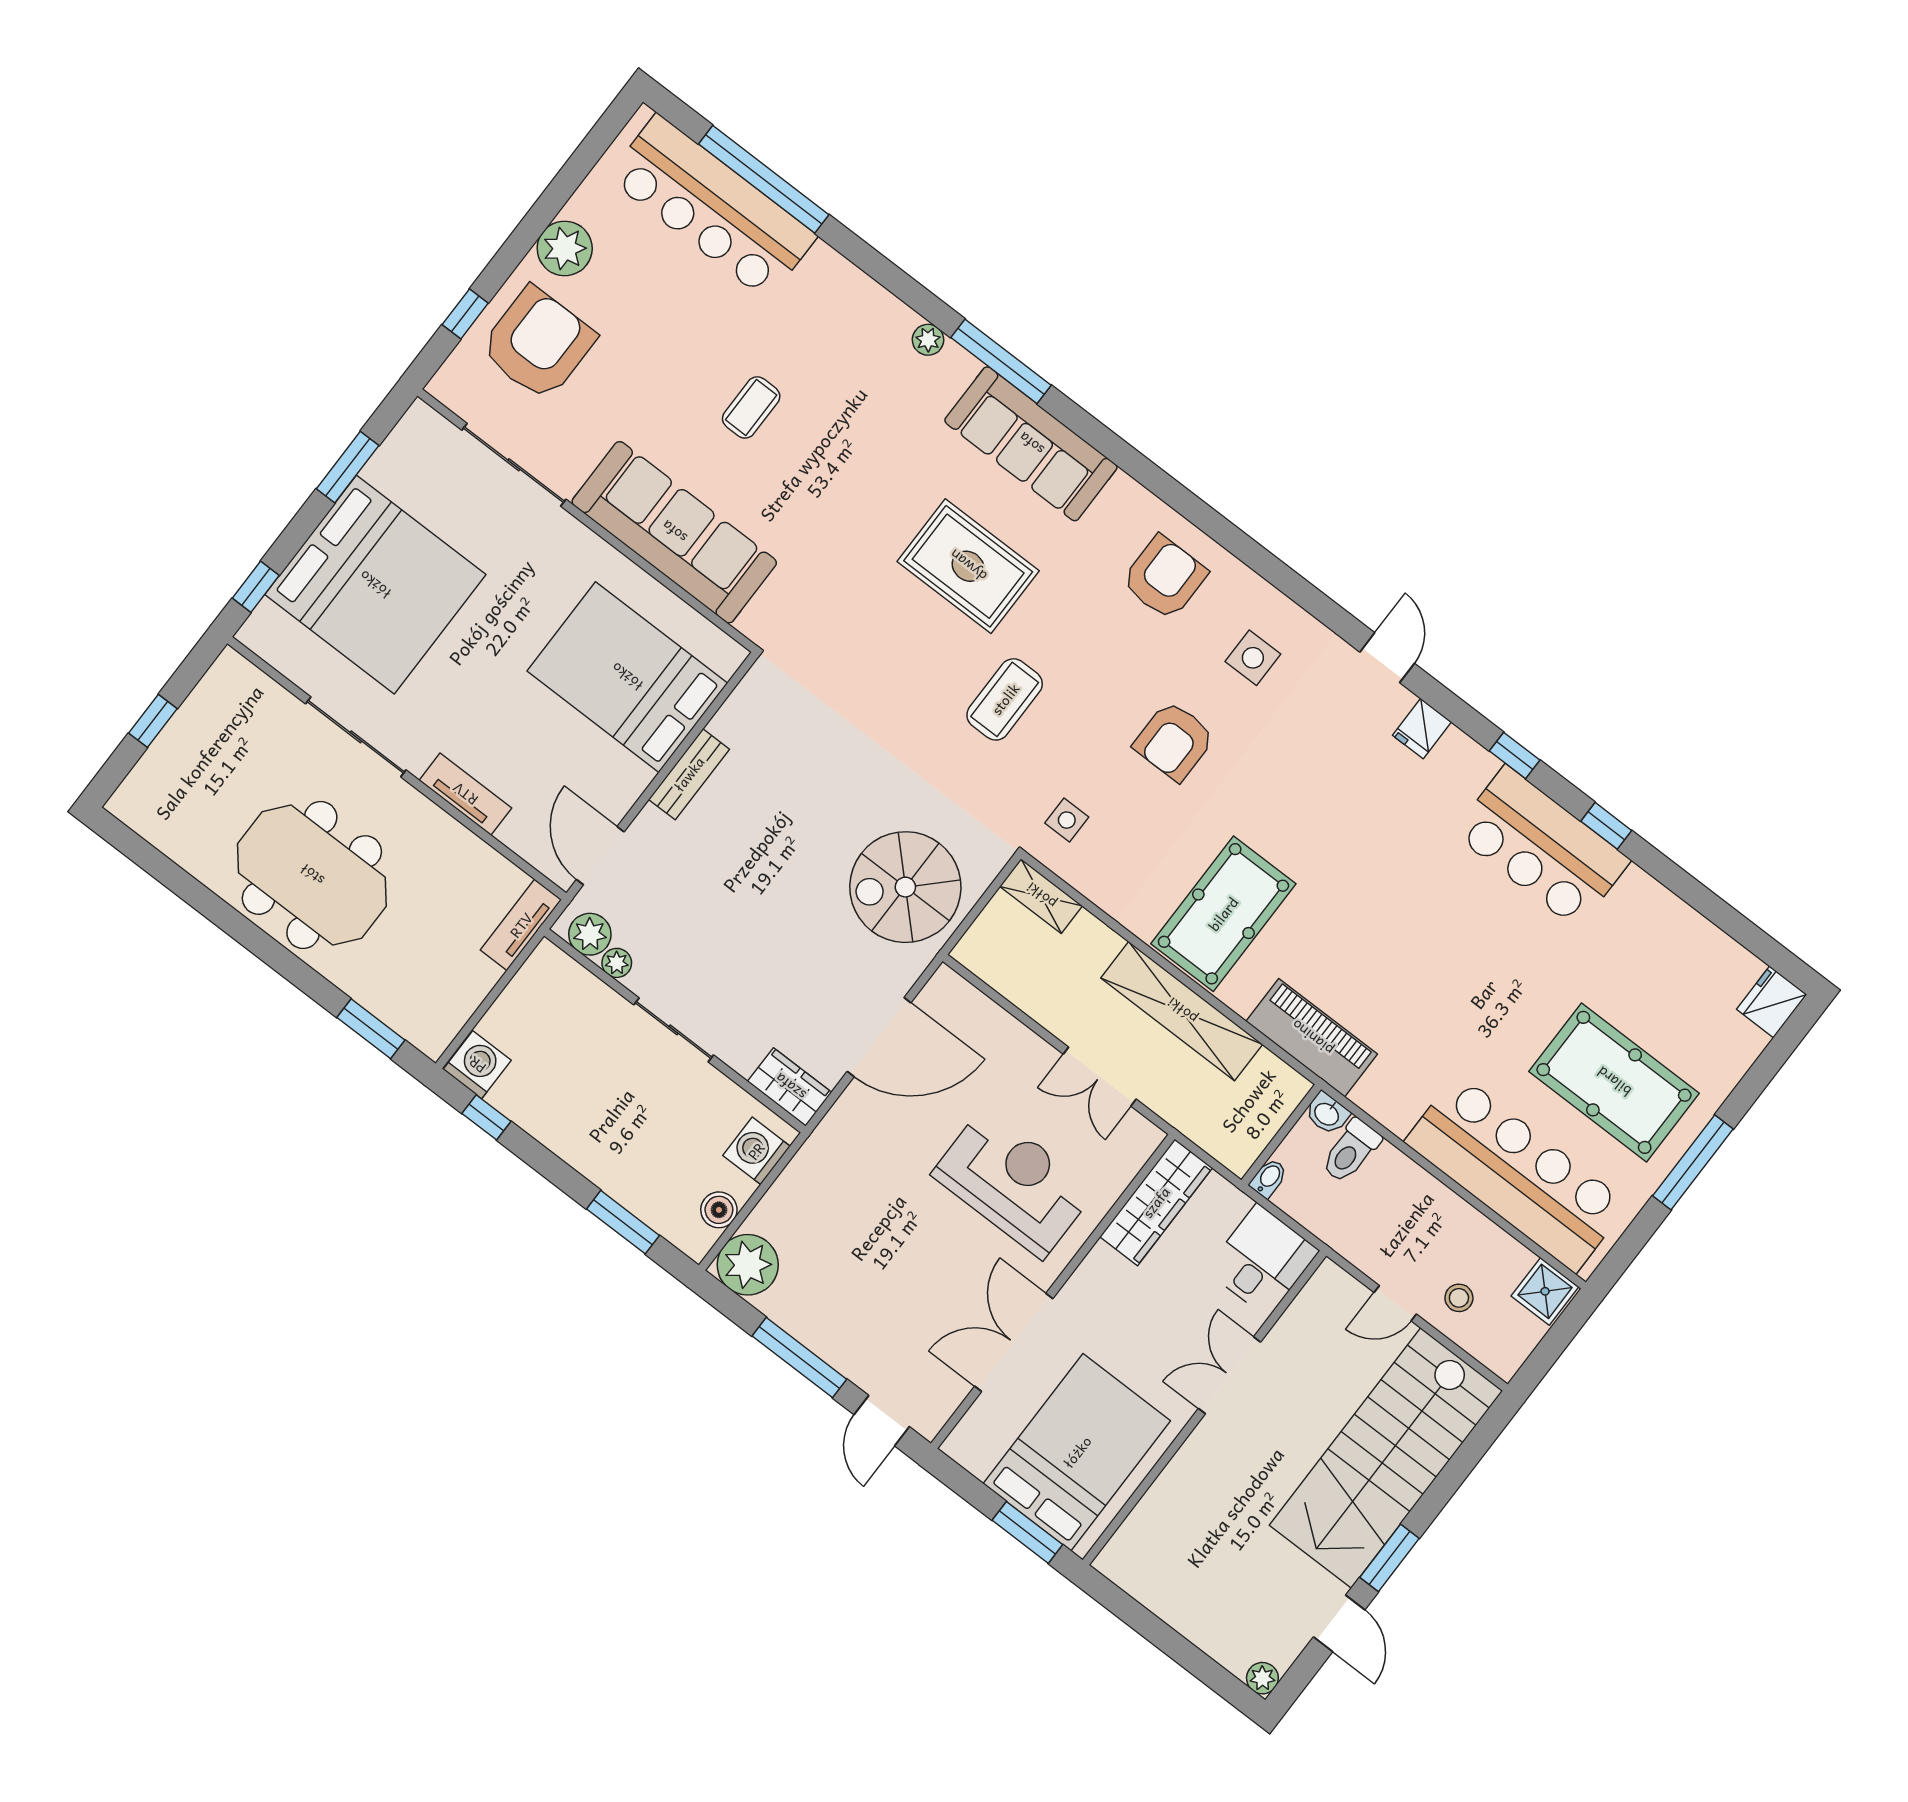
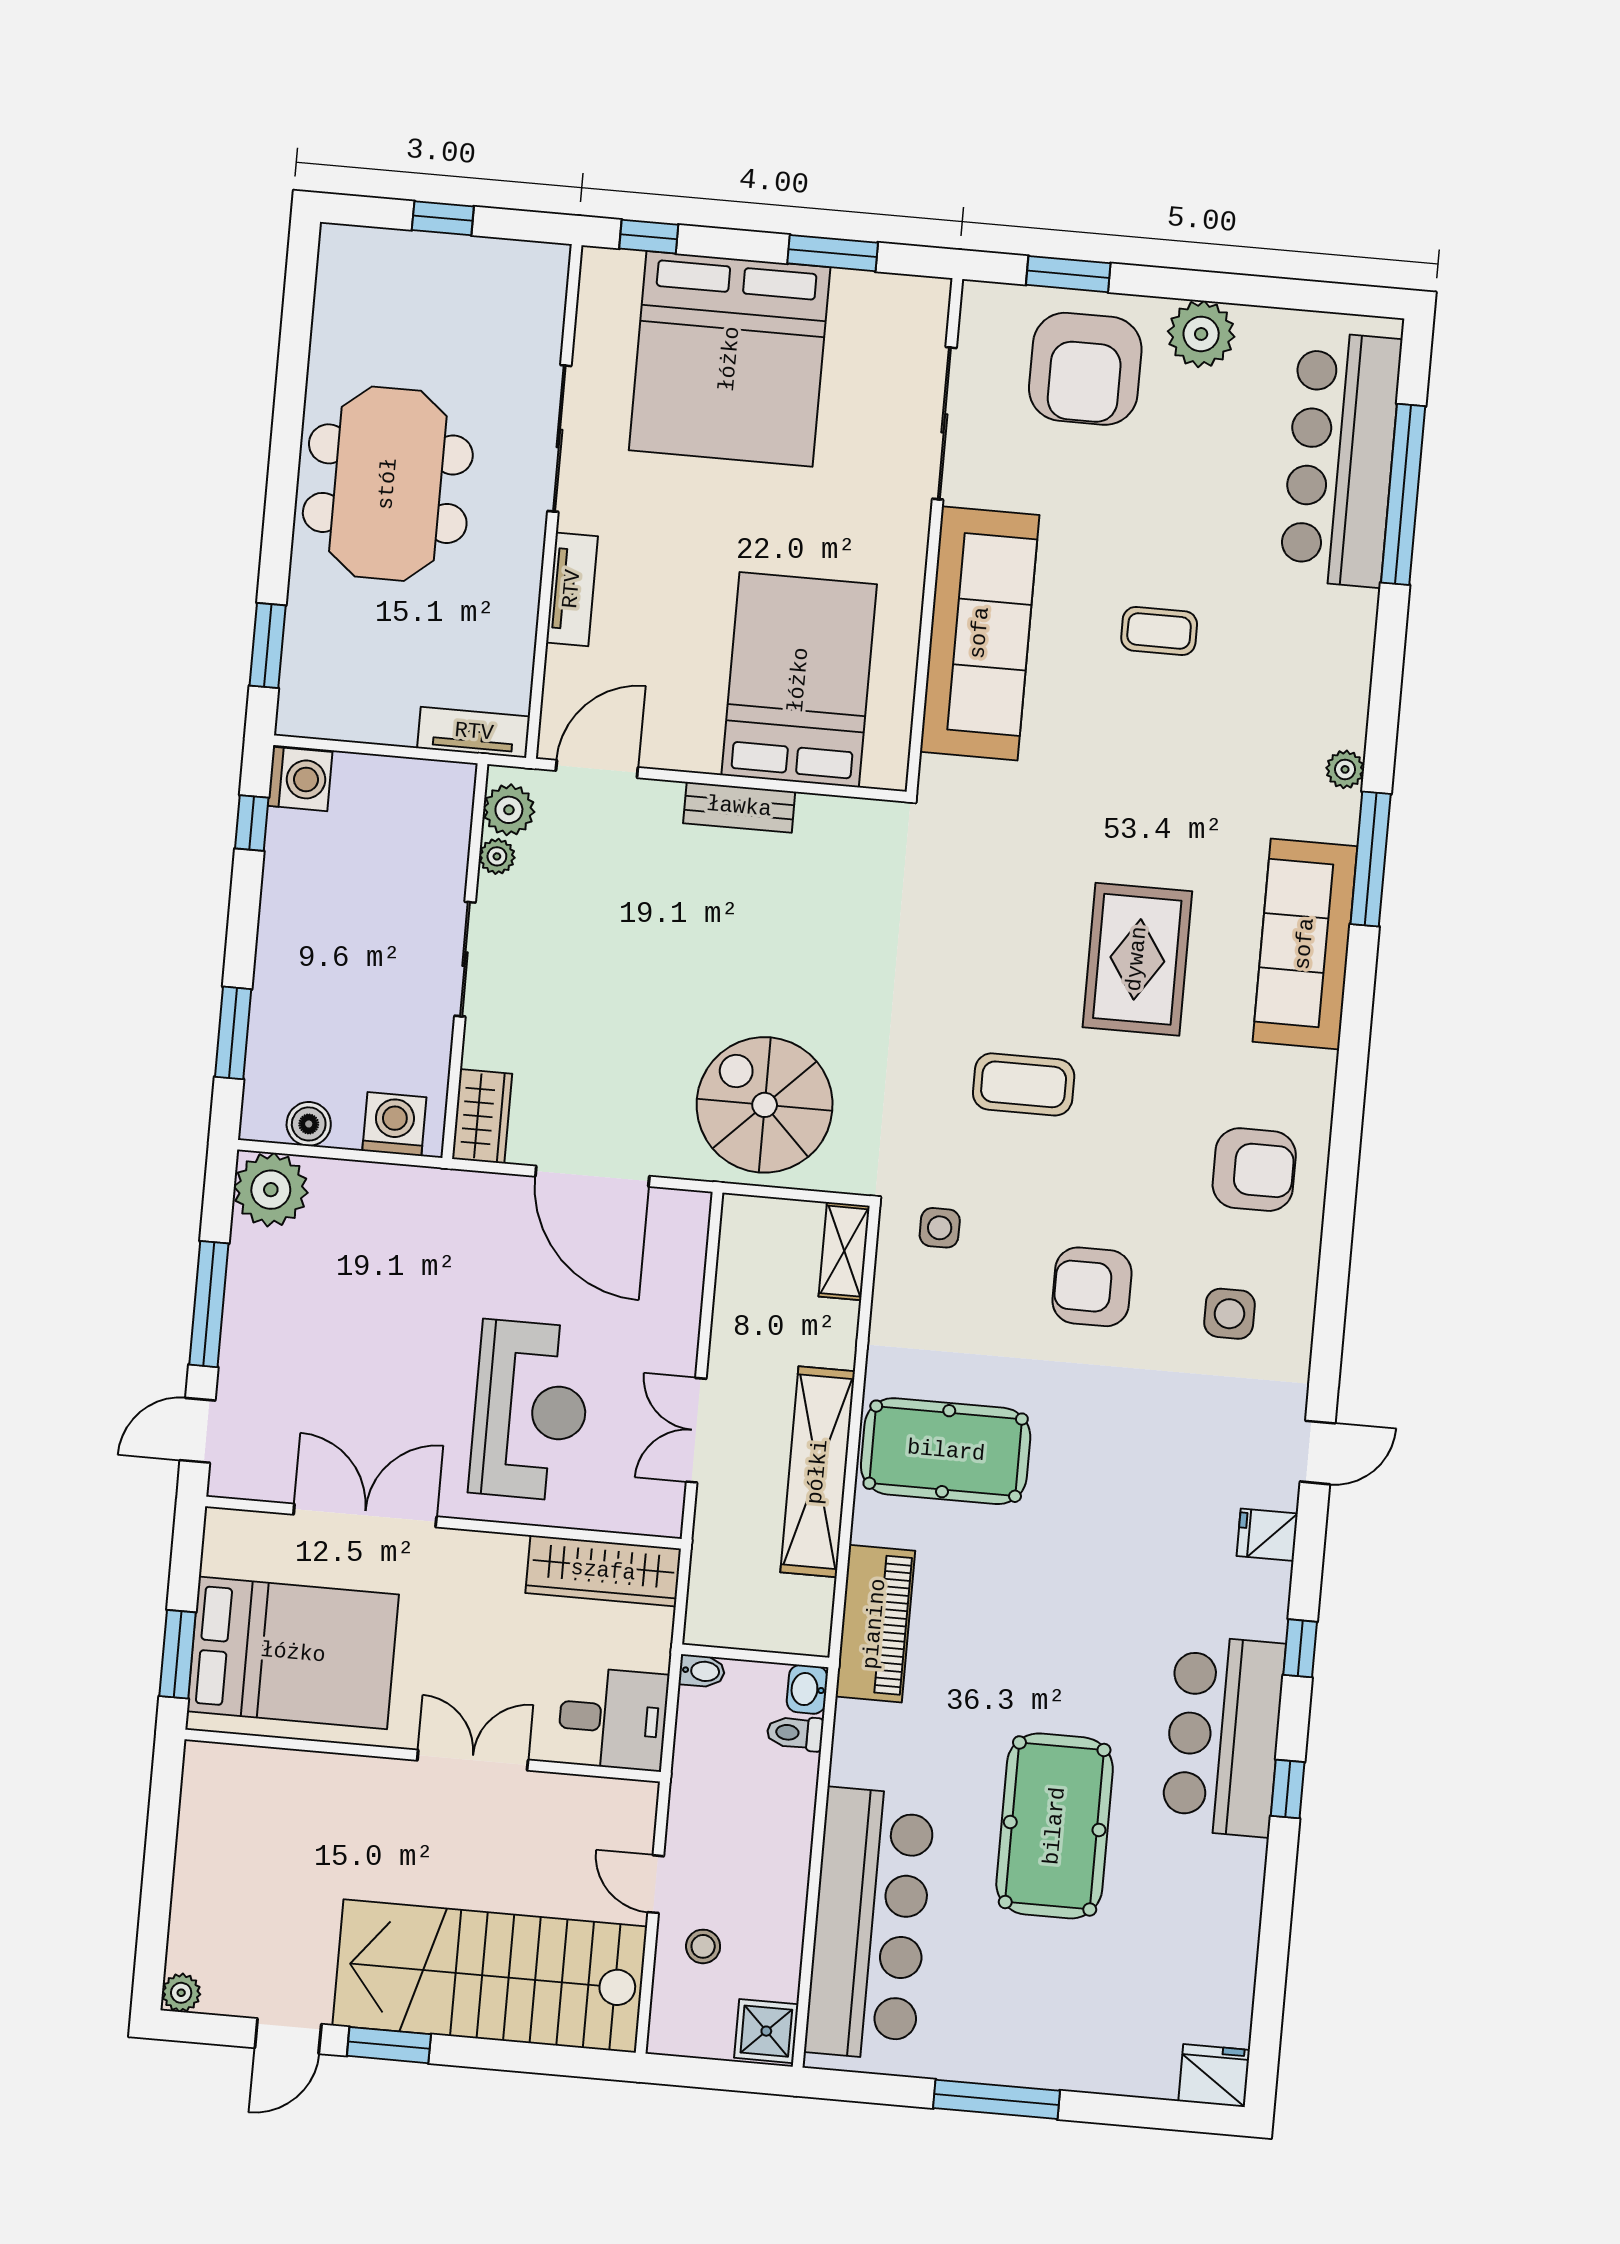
window: (465, 314) -> (1068, 274), width x1.50
armchair: (538, 344) -> (1085, 369), turned 90
pool table: (1614, 1082) -> (1055, 1826), moved
toilet: (1351, 1151) -> (795, 1733), width x0.73, depth x0.72

